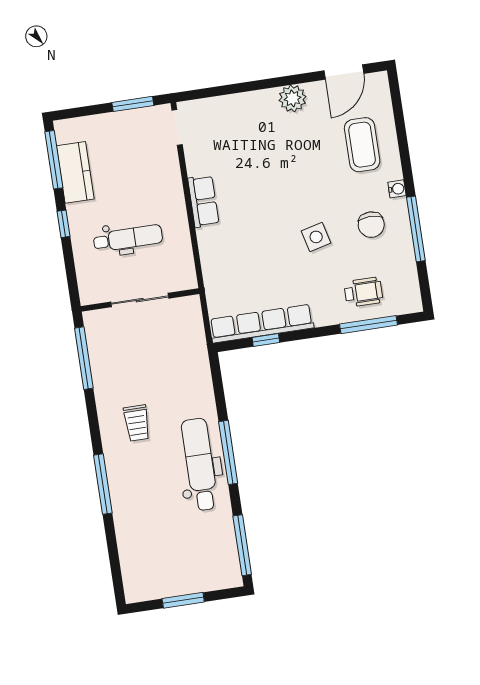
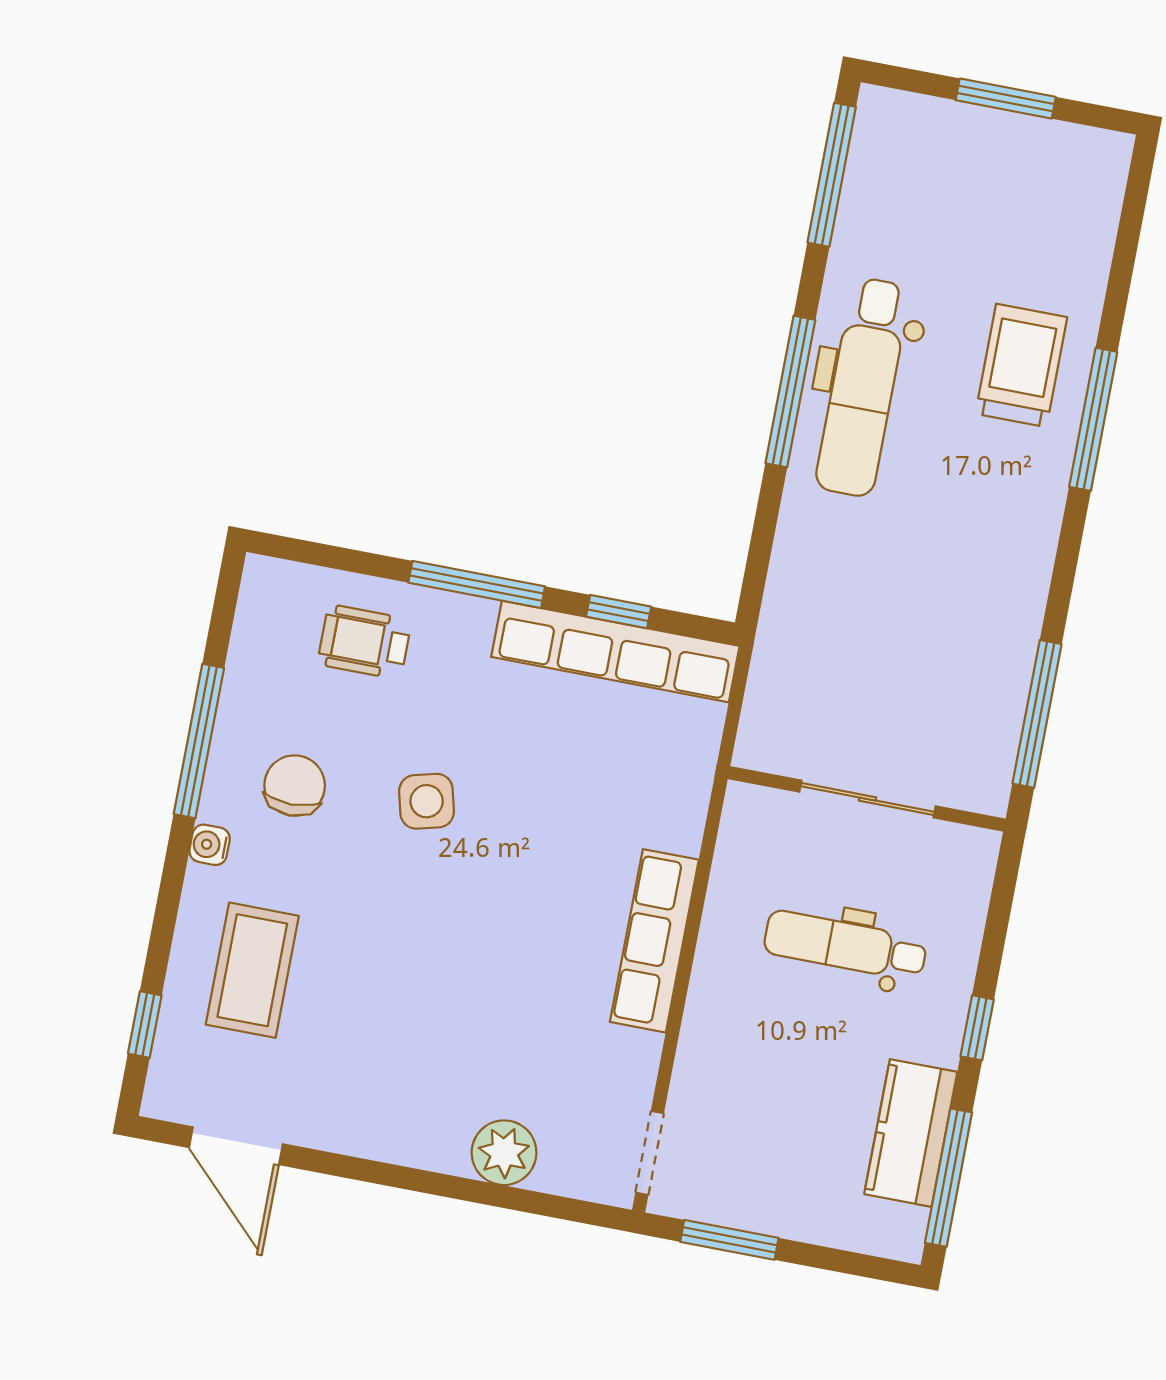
door: (344, 72) -> (236, 1146), swing flipped
plant: (293, 98) -> (504, 1153), moved
window: (397, 108) -> (145, 1024), added
row of seats: (203, 201) -> (654, 941), width x1.48
window: (368, 325) -> (477, 584), moved
trolley: (137, 423) -> (1021, 365), moved, width x1.36, depth x1.39

